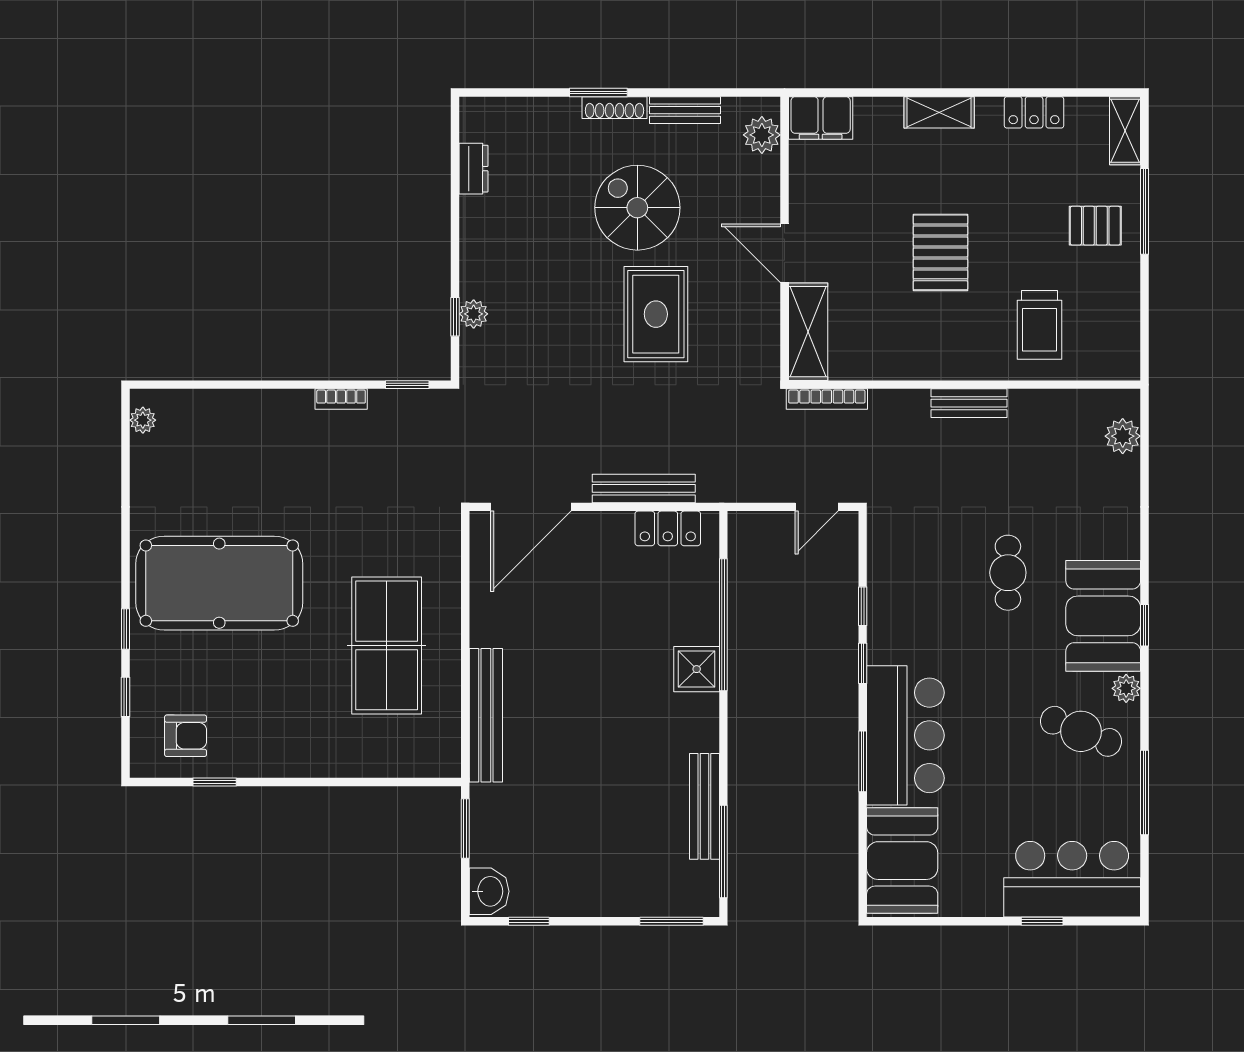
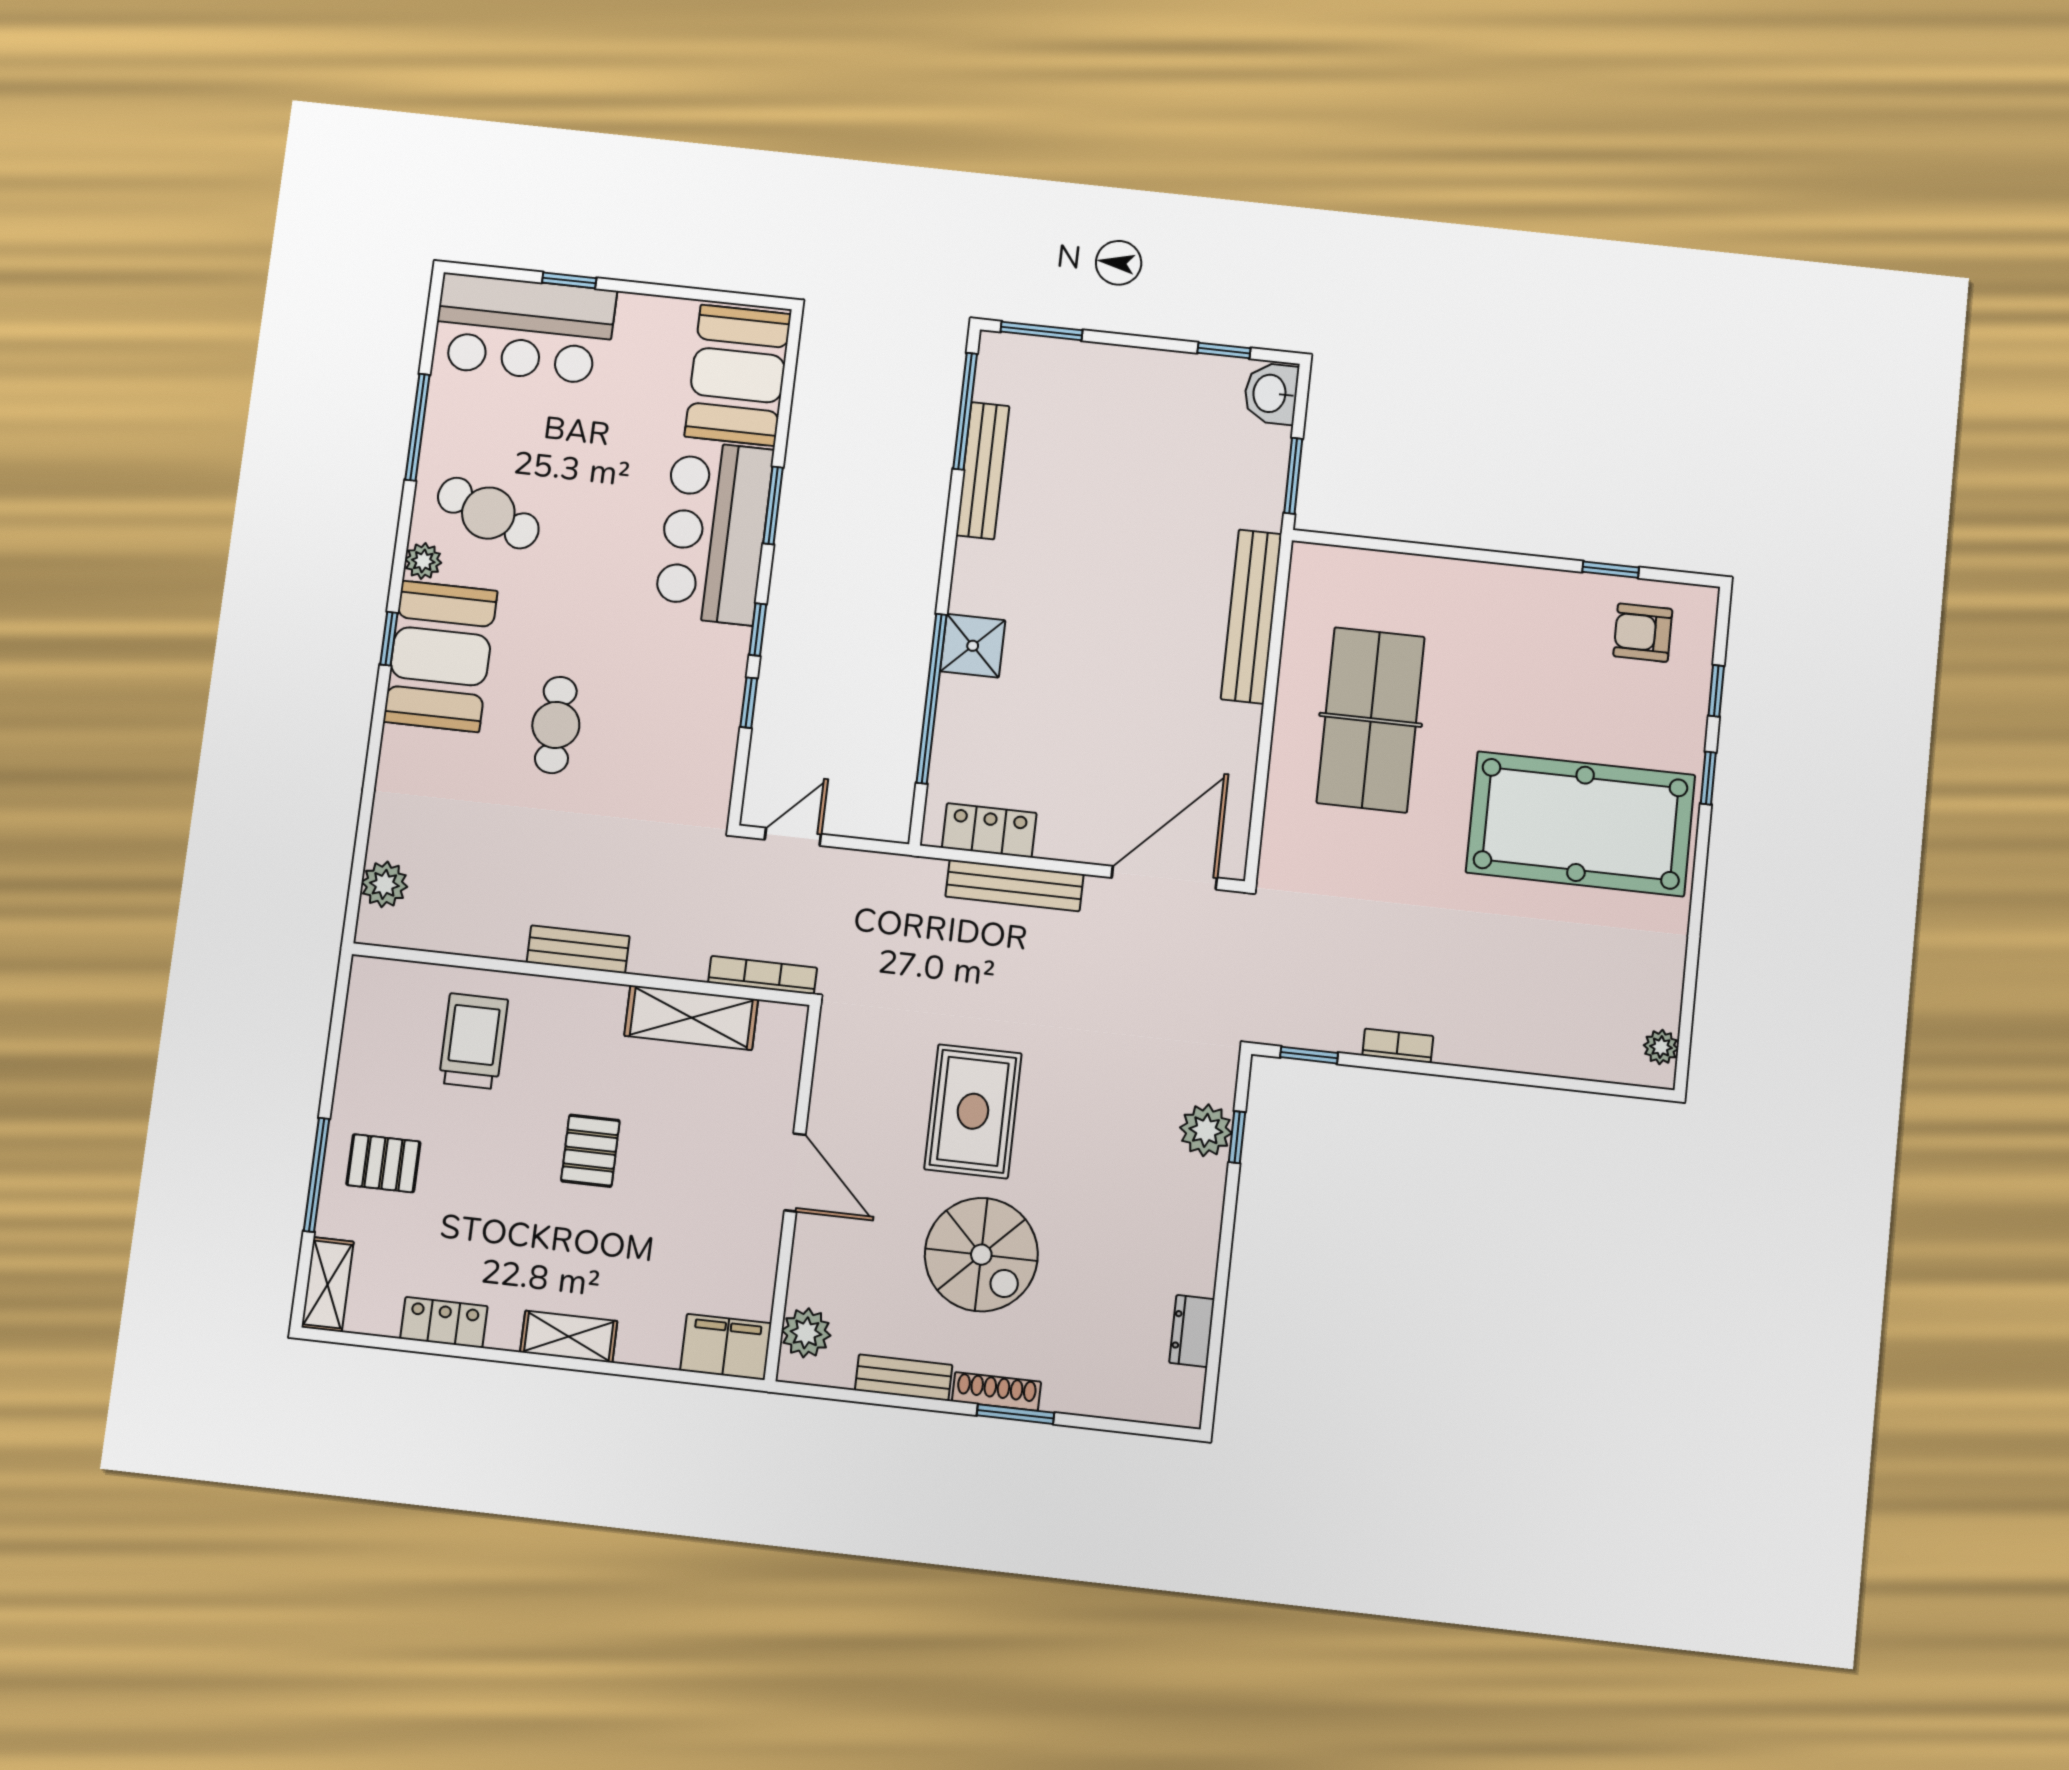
pallet: (940, 252) -> (590, 1151), width x0.67, depth x0.71
plant: (474, 314) -> (1206, 1130), width x1.38, depth x1.38
shelving: (808, 332) -> (691, 1018), moved, turned 90

